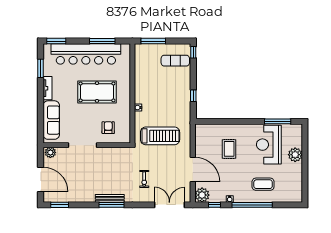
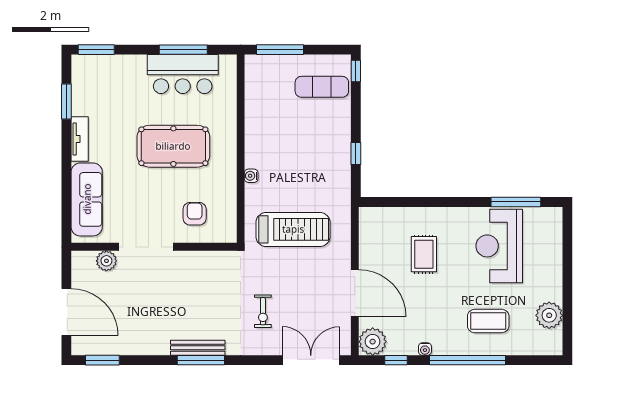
bar counter: (86, 54) -> (183, 74), width x0.54
plant: (50, 152) -> (106, 261), moved
plant: (295, 155) -> (549, 315), moved

